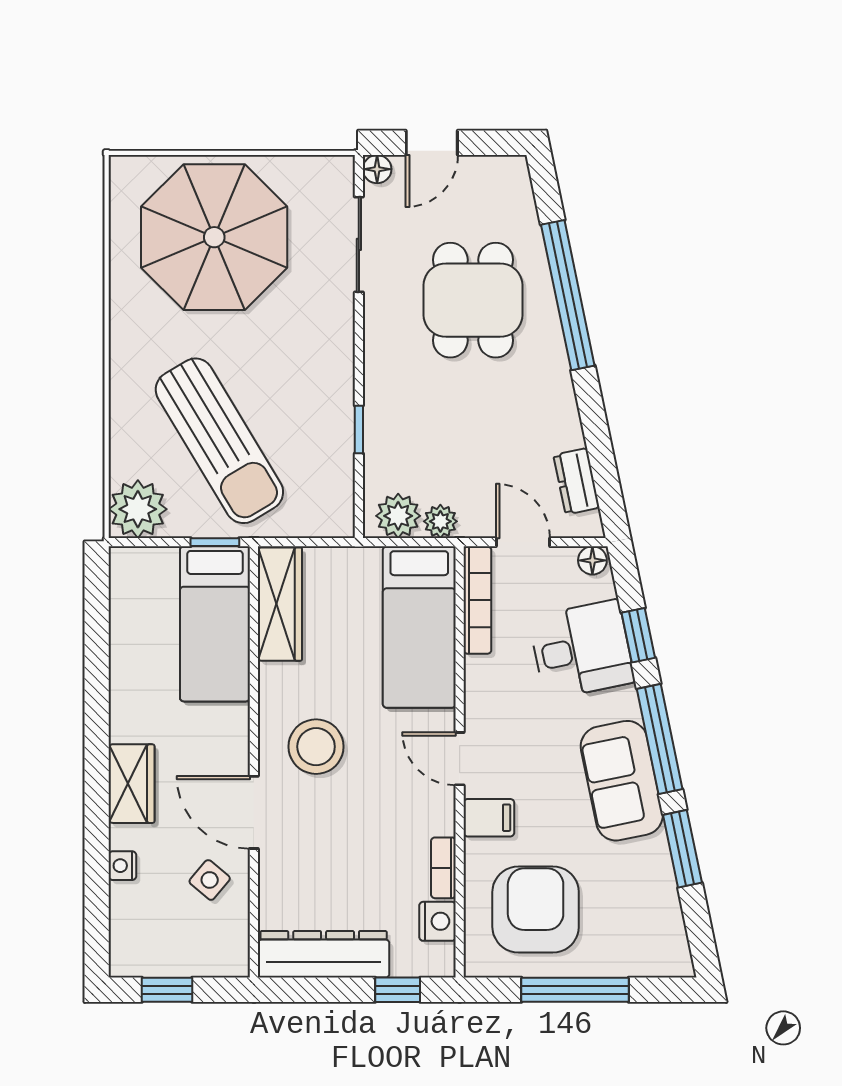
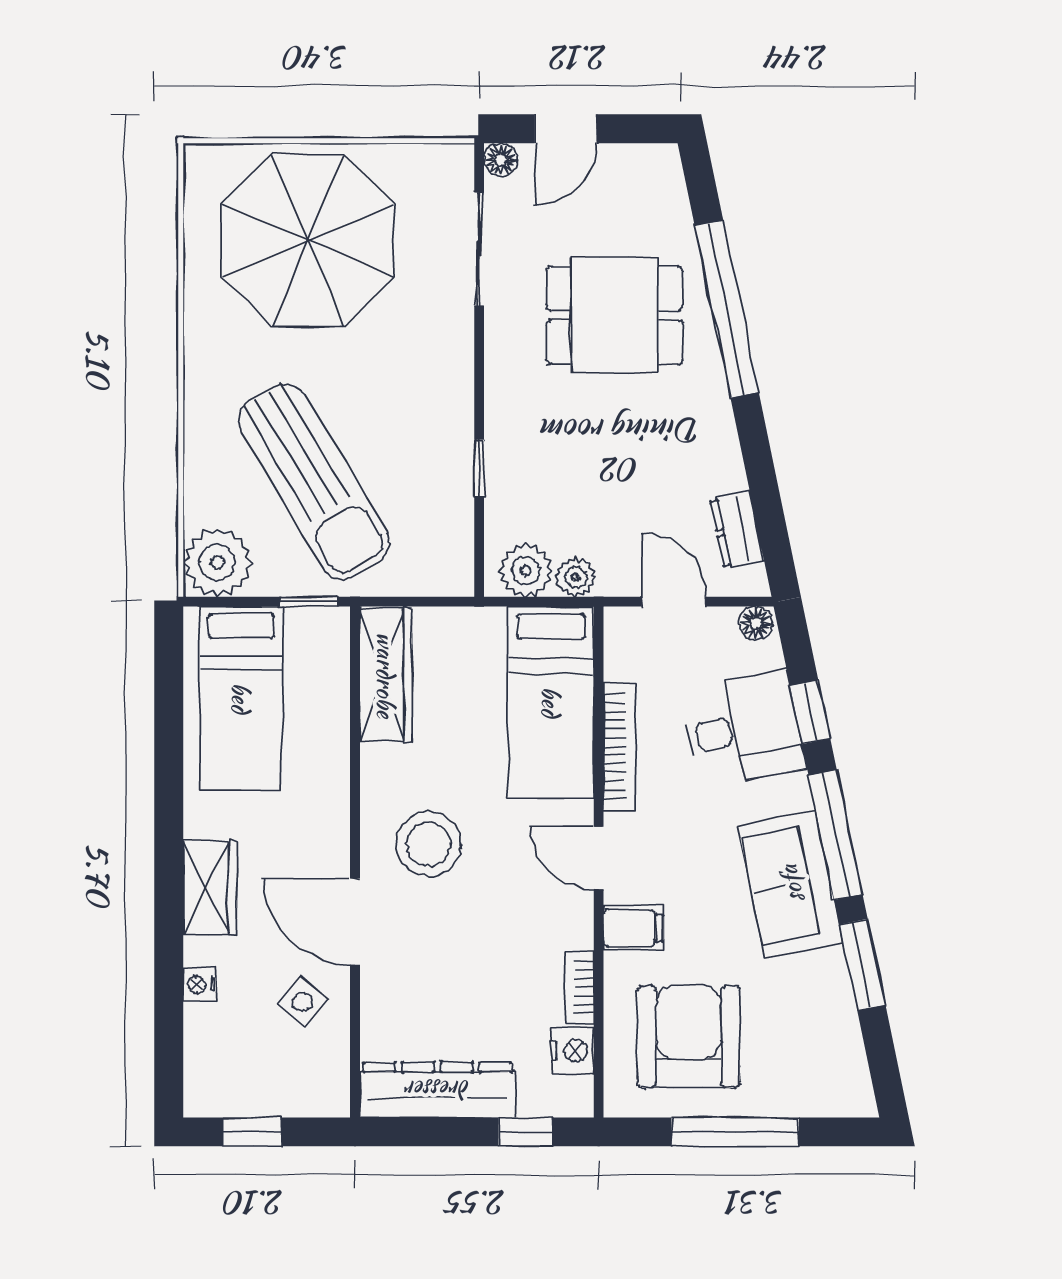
dining table: (473, 300) -> (614, 315), turned 90
bookcase: (477, 600) -> (620, 746), moved
bed: (215, 624) -> (241, 698), moved

